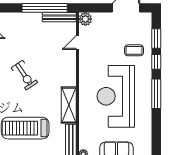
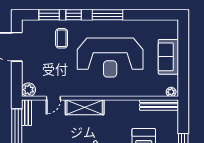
bench: (59, 17) -> (27, 113), width x0.73
door: (77, 43) -> (53, 98), hinge flipped
shelving: (69, 105) -> (85, 107), moved

